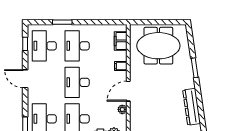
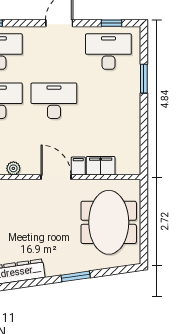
filing cabinet: (121, 41) -> (101, 166), moved
desk: (77, 46) -> (108, 101), removed
door: (128, 91) -> (56, 177), moved

